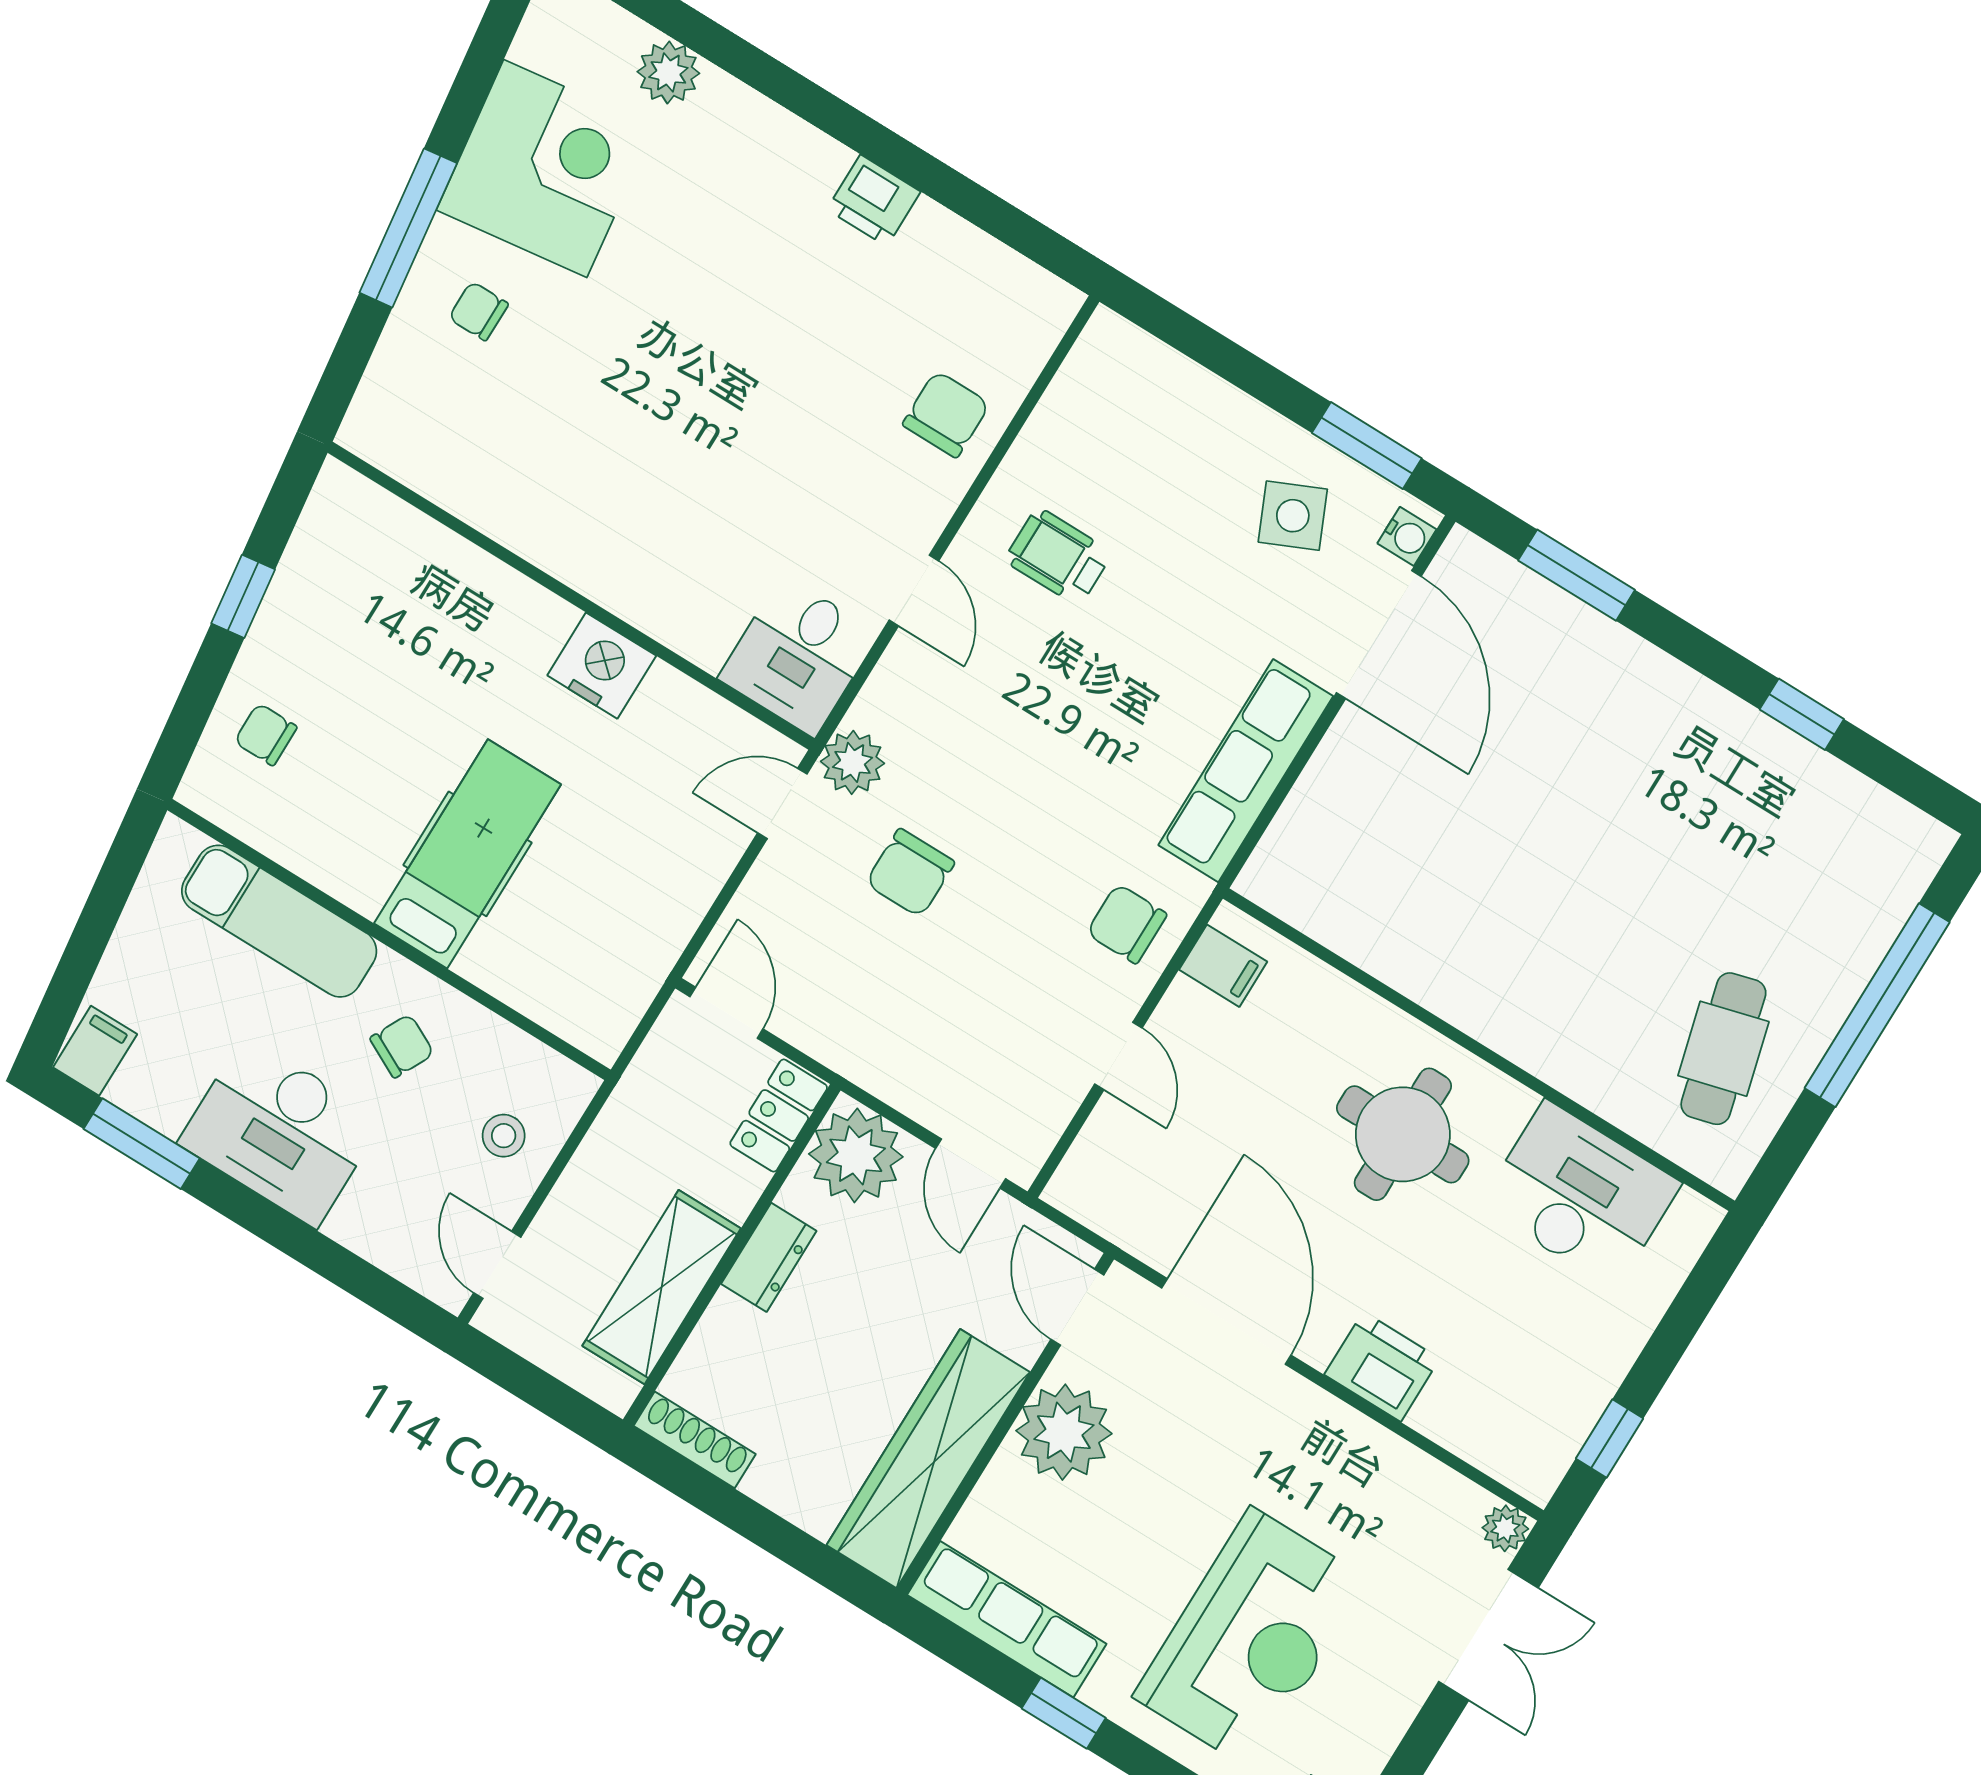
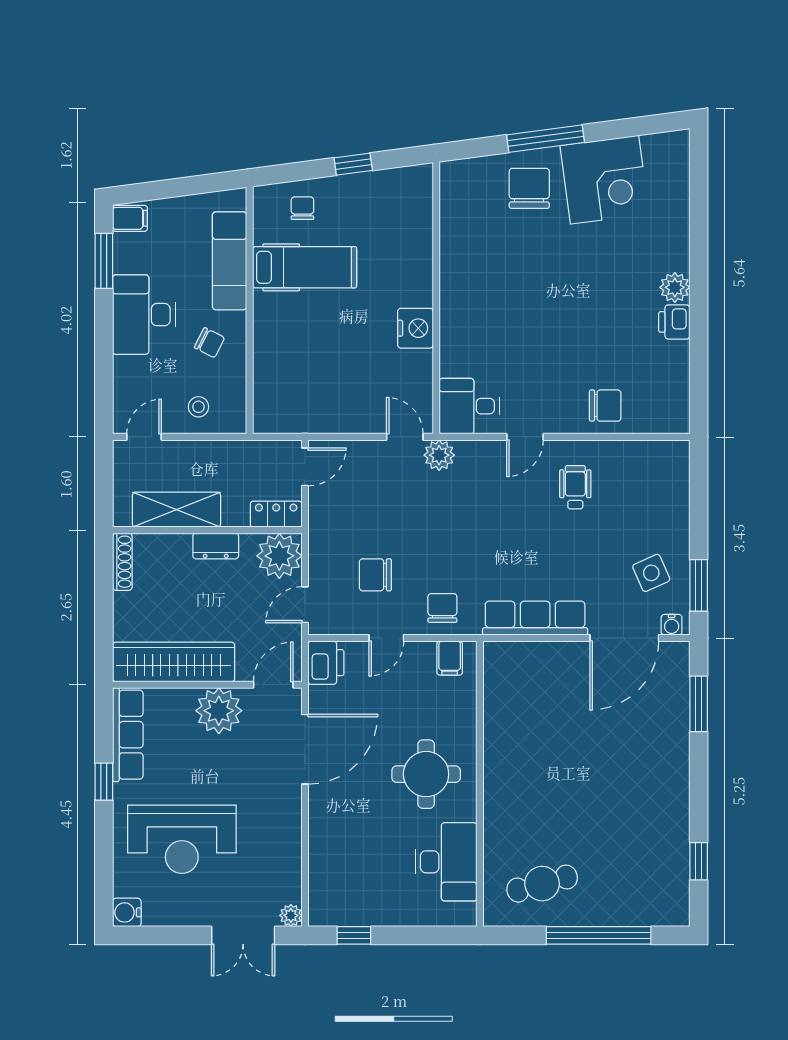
plant: (668, 72) -> (675, 287), moved
chair: (478, 311) -> (529, 188), width x1.87, depth x1.87
window: (1802, 714) -> (699, 861), moved
hospital bed: (468, 854) -> (305, 267), moved
chair: (910, 873) -> (375, 575), moved
printer: (1382, 1367) -> (326, 663), moved

